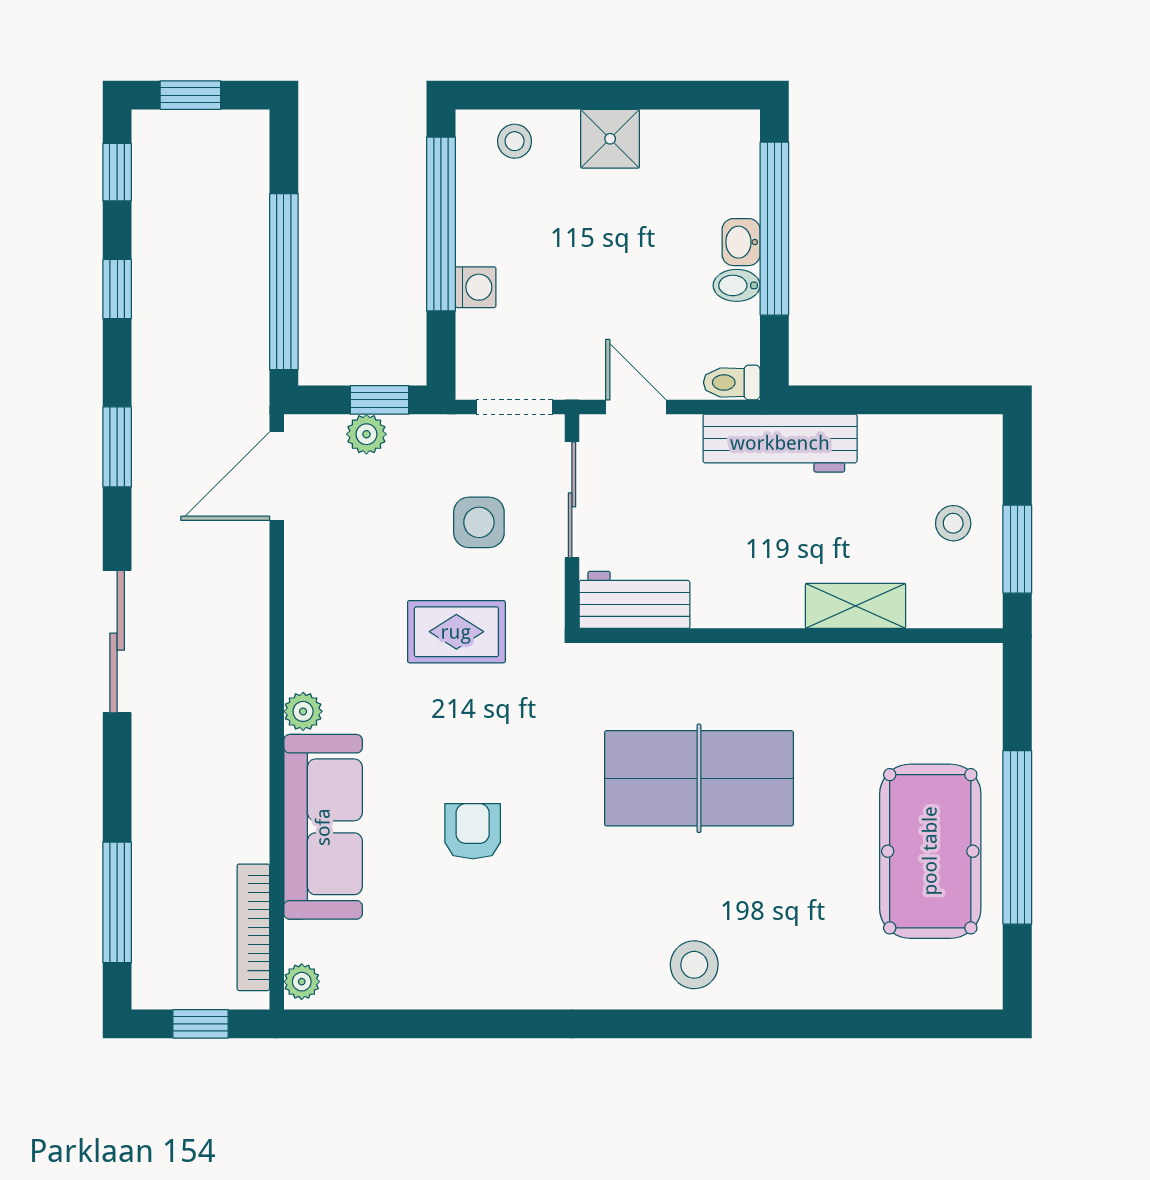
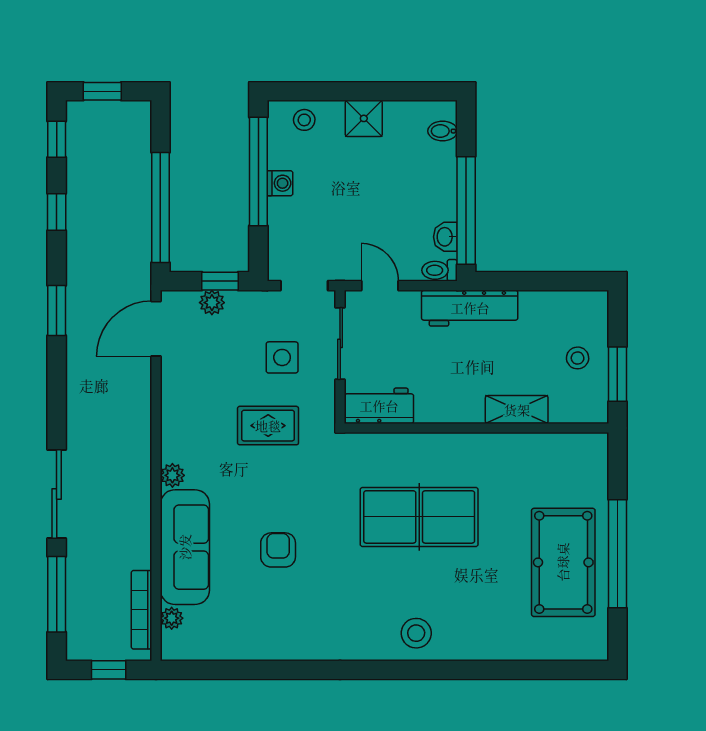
window: (774, 229) -> (466, 210), moved
washbasin: (741, 242) -> (445, 237), moved
bidet: (737, 285) -> (443, 131), moved
washing machine: (476, 287) -> (280, 183), moved
sliding door: (117, 642) -> (57, 494), moved
plant: (302, 982) -> (172, 618), moved

